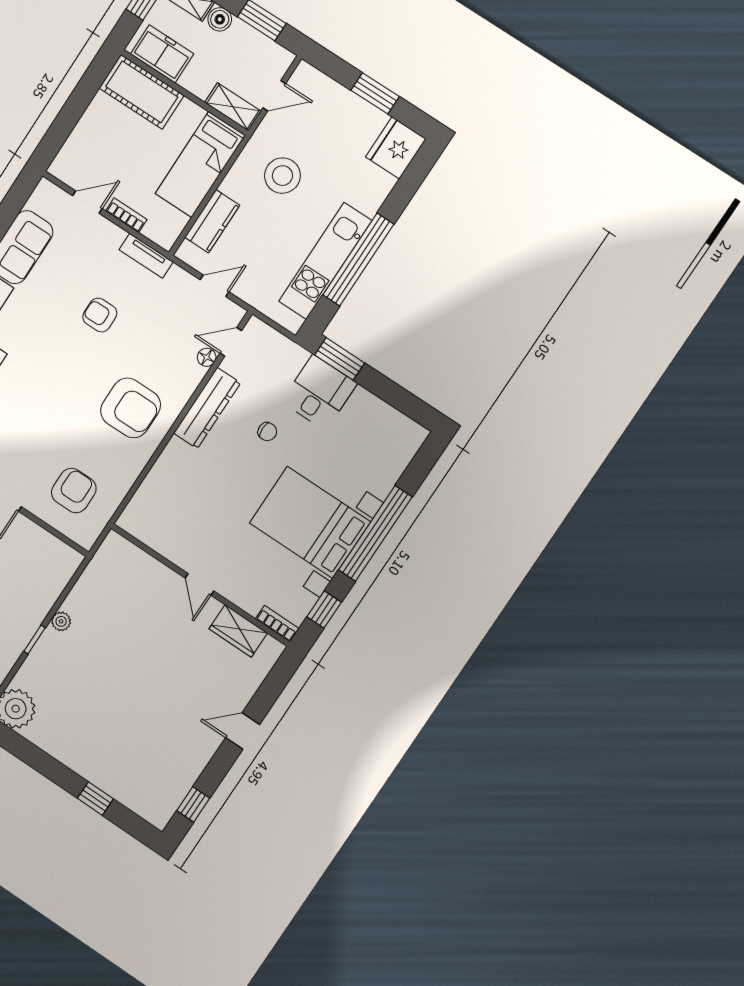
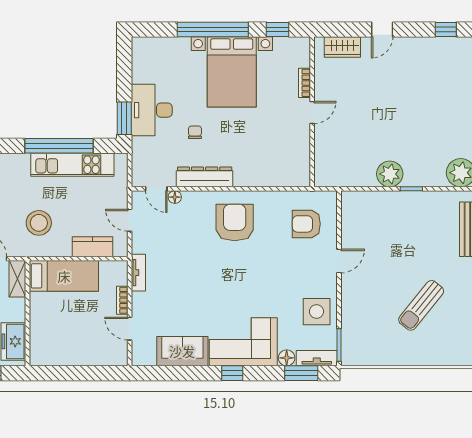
cot: (142, 92) -> (44, 339), removed
armchair: (100, 315) -> (192, 277), removed
desk: (319, 392) -> (152, 110), width x1.37
plant: (61, 621) -> (390, 174), width x1.87, depth x1.87
bookcase: (277, 624) -> (304, 83), moved
wardrobe: (238, 631) -> (342, 47), moved, turned 90
door: (243, 731) -> (382, 29), hinge flipped

